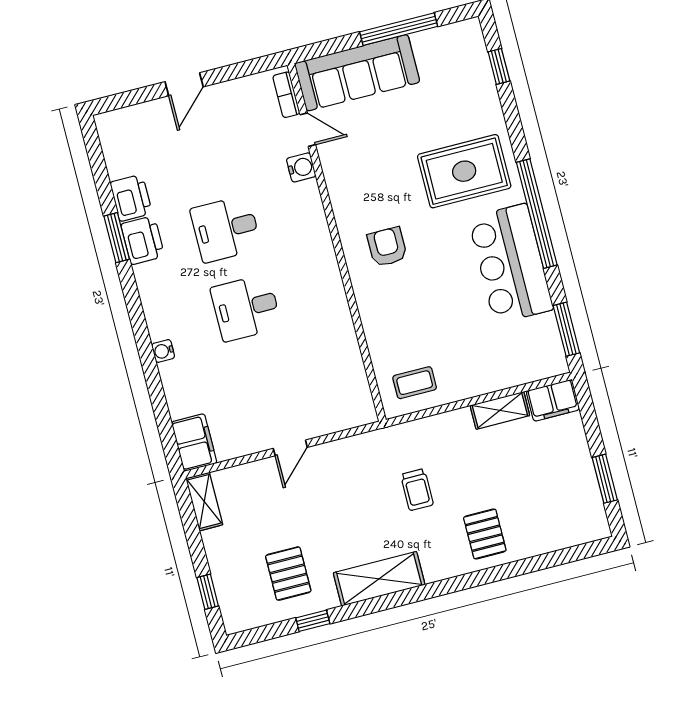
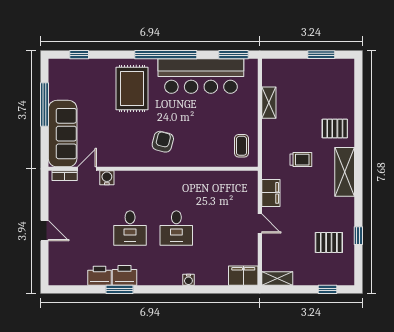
armchair: (387, 247) -> (163, 142), turned 104
bar counter: (511, 264) -> (201, 76), width x1.36
filing cabinet: (553, 400) -> (271, 193), moved
shelving: (379, 579) -> (345, 172), moved

